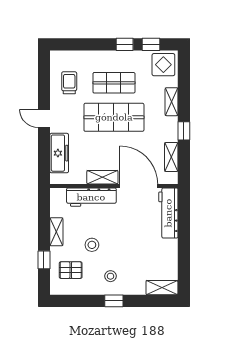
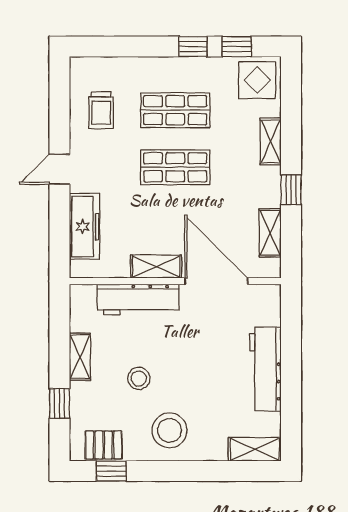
trolley: (69, 83) -> (101, 110), turned 180
shop shelf: (114, 117) -> (175, 167), width x0.70, depth x0.74
door: (44, 118) -> (59, 169), hinge flipped
workbench: (168, 213) -> (265, 369), moved
pallet: (71, 270) -> (104, 445), moved
stool: (110, 276) -> (170, 430), width x1.89, depth x1.89
window: (114, 301) -> (111, 471), moved

